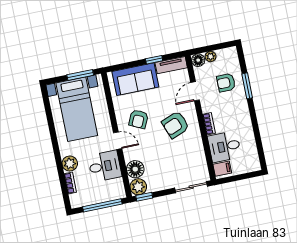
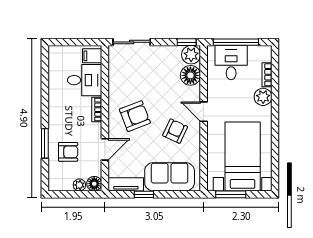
desk: (105, 166) -> (231, 63), moved, turned 90

